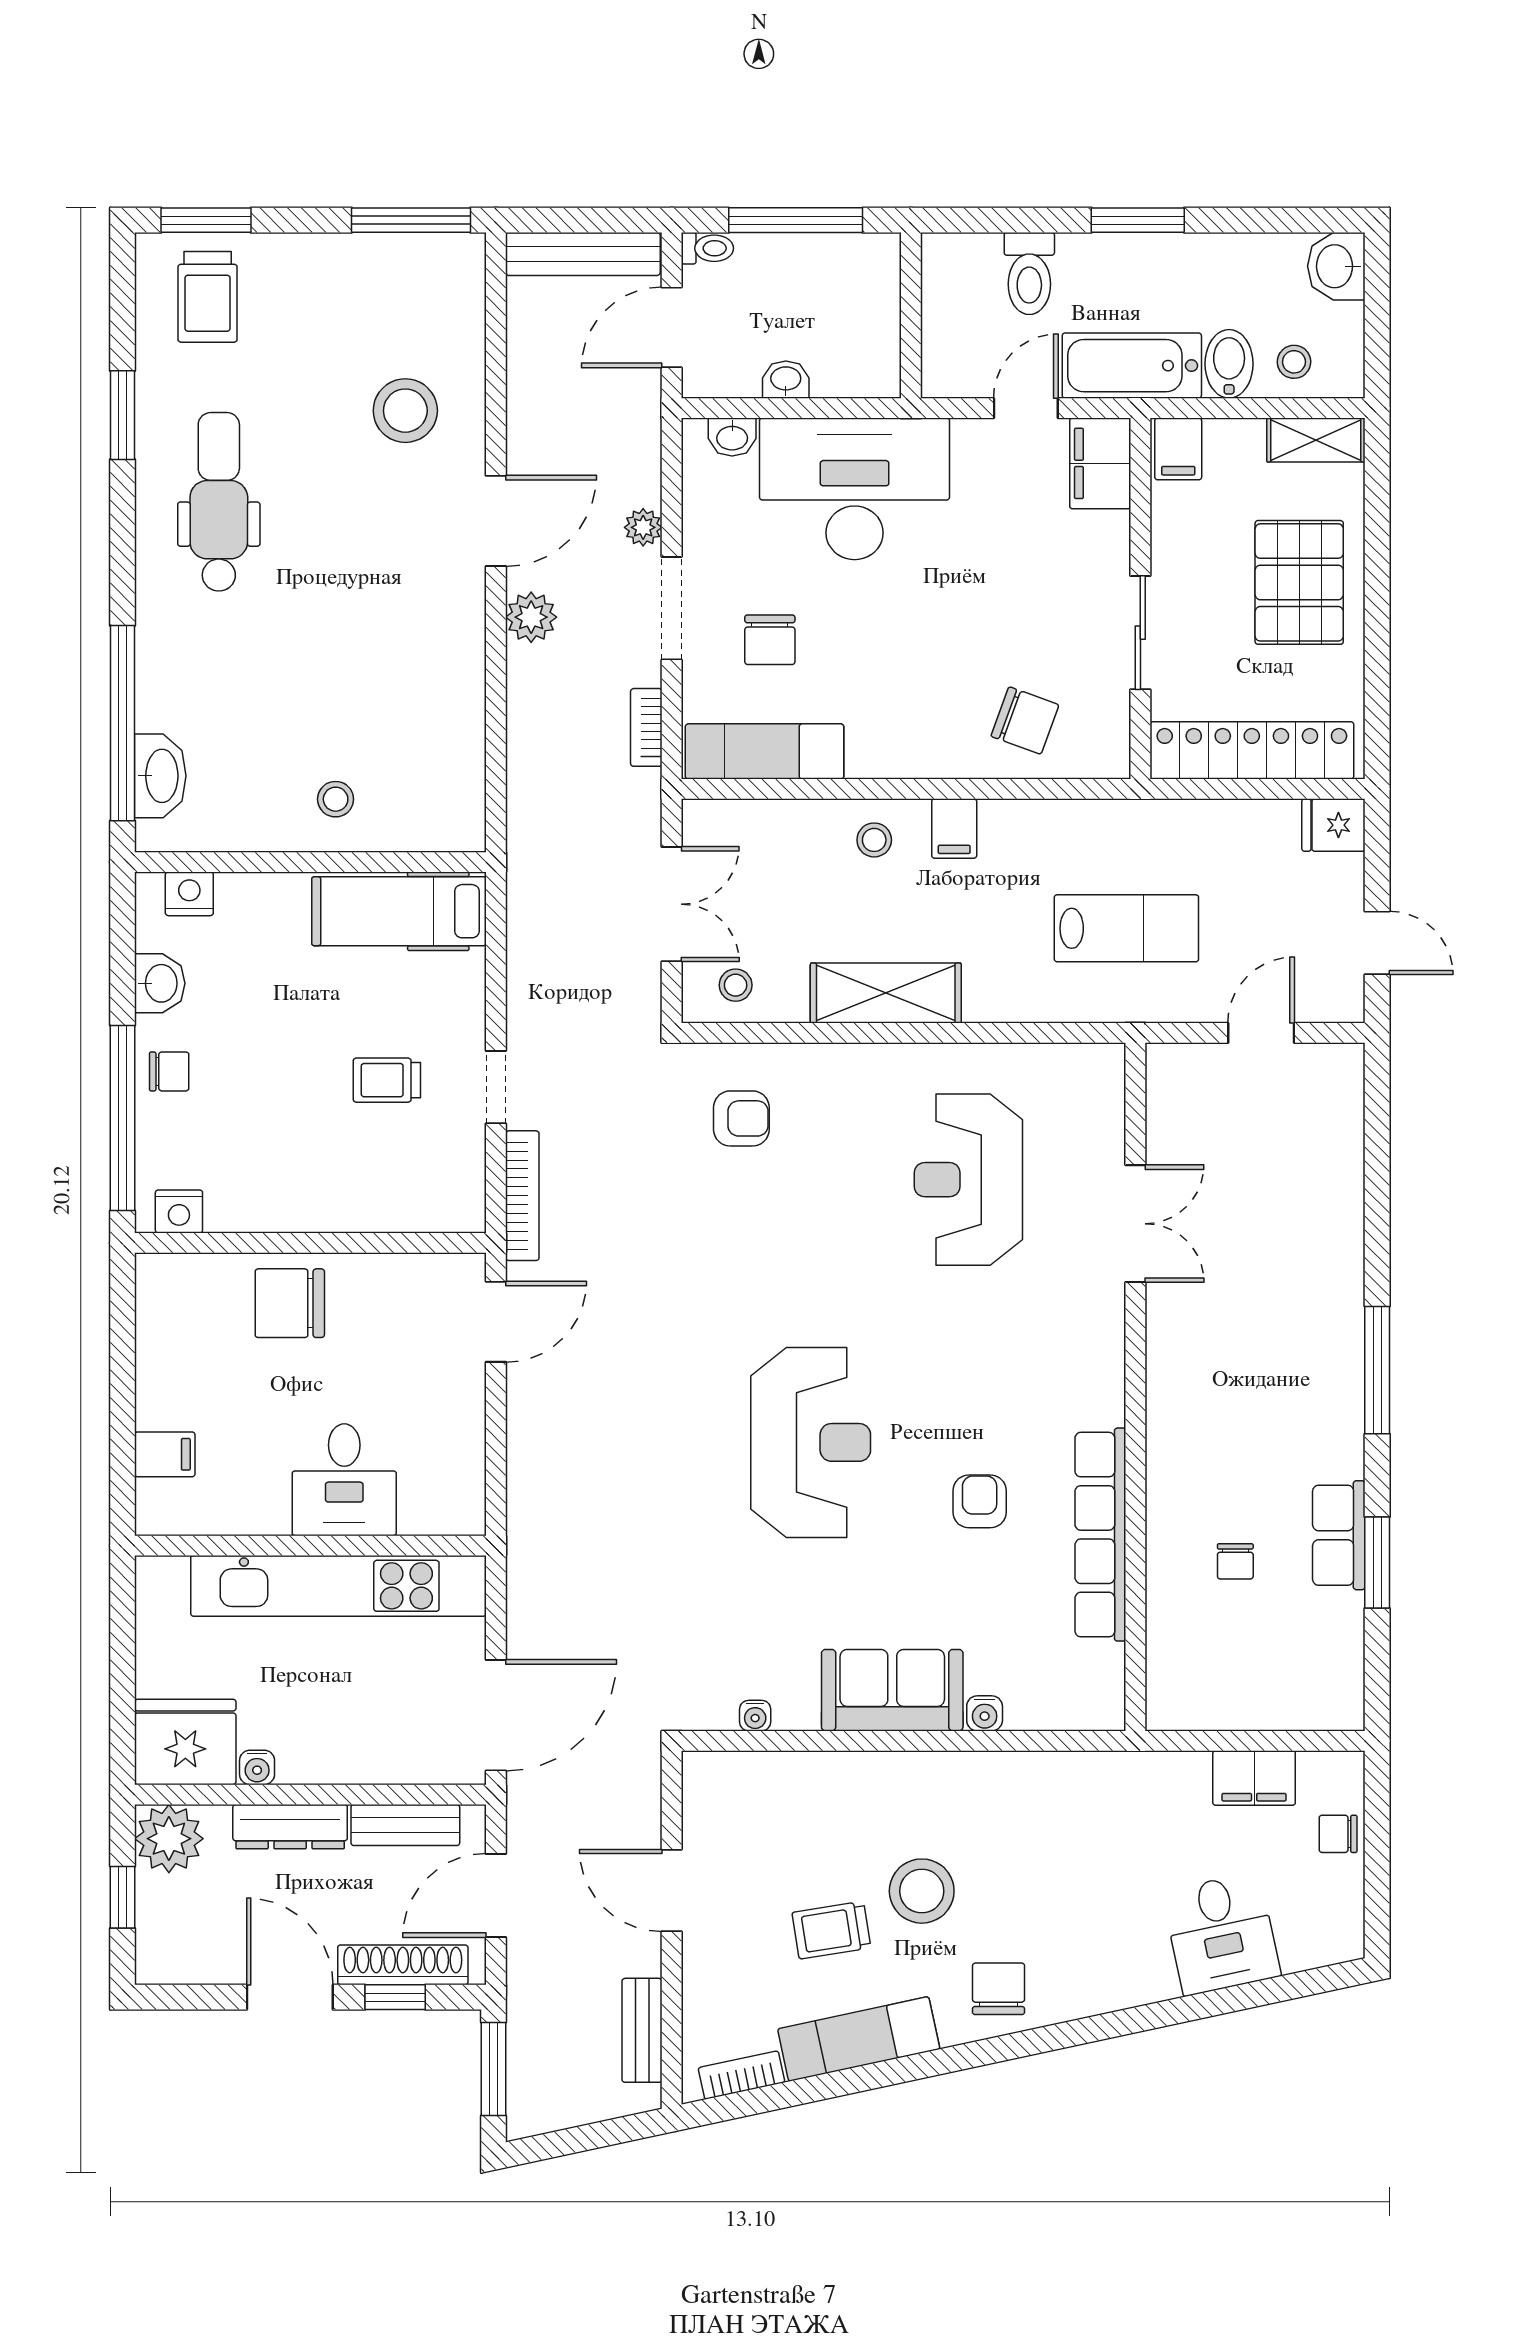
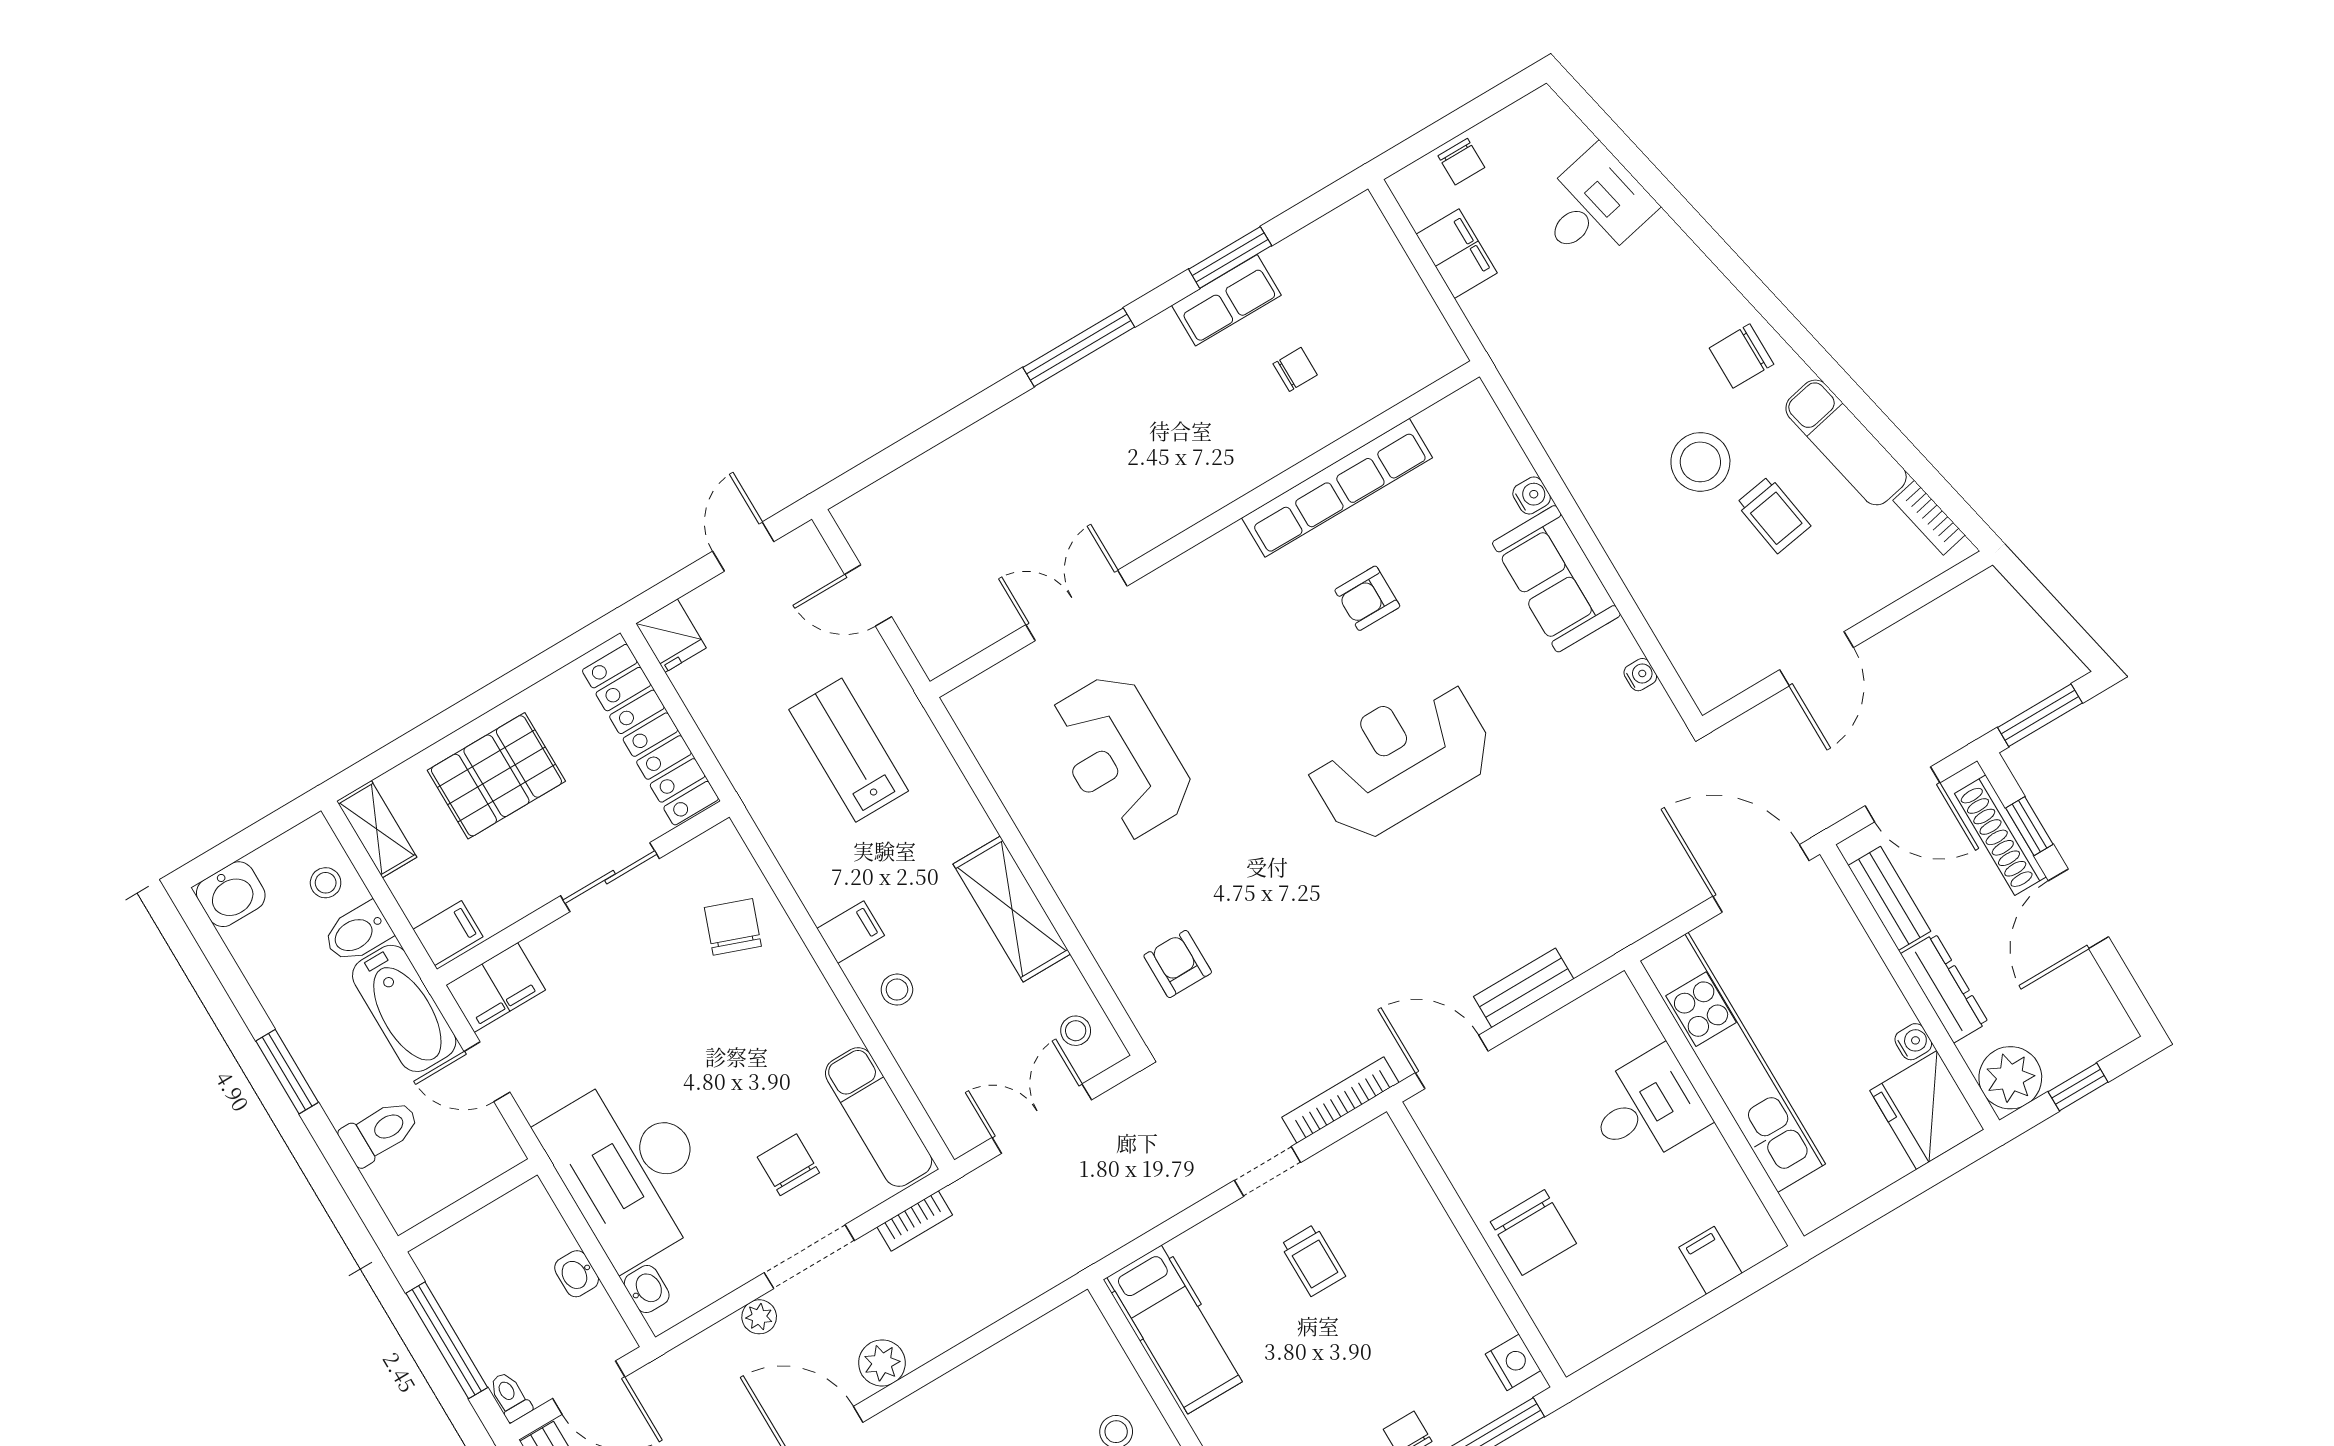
chair: (770, 640) -> (788, 1165), turned -90
reception desk: (968, 1180) -> (1120, 757), turned 90
bench: (642, 2030) -> (1524, 988), moved

